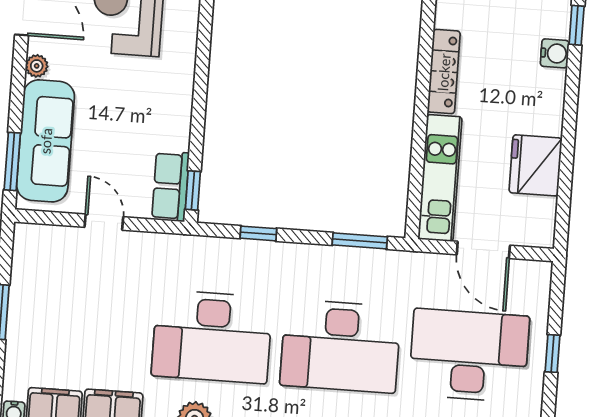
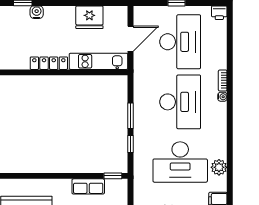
row of seats: (171, 186) -> (88, 186), moved
window: (360, 241) -> (131, 116), moved
desk: (212, 337) -> (180, 162), turned 90
desk: (469, 355) -> (180, 42), turned 180

